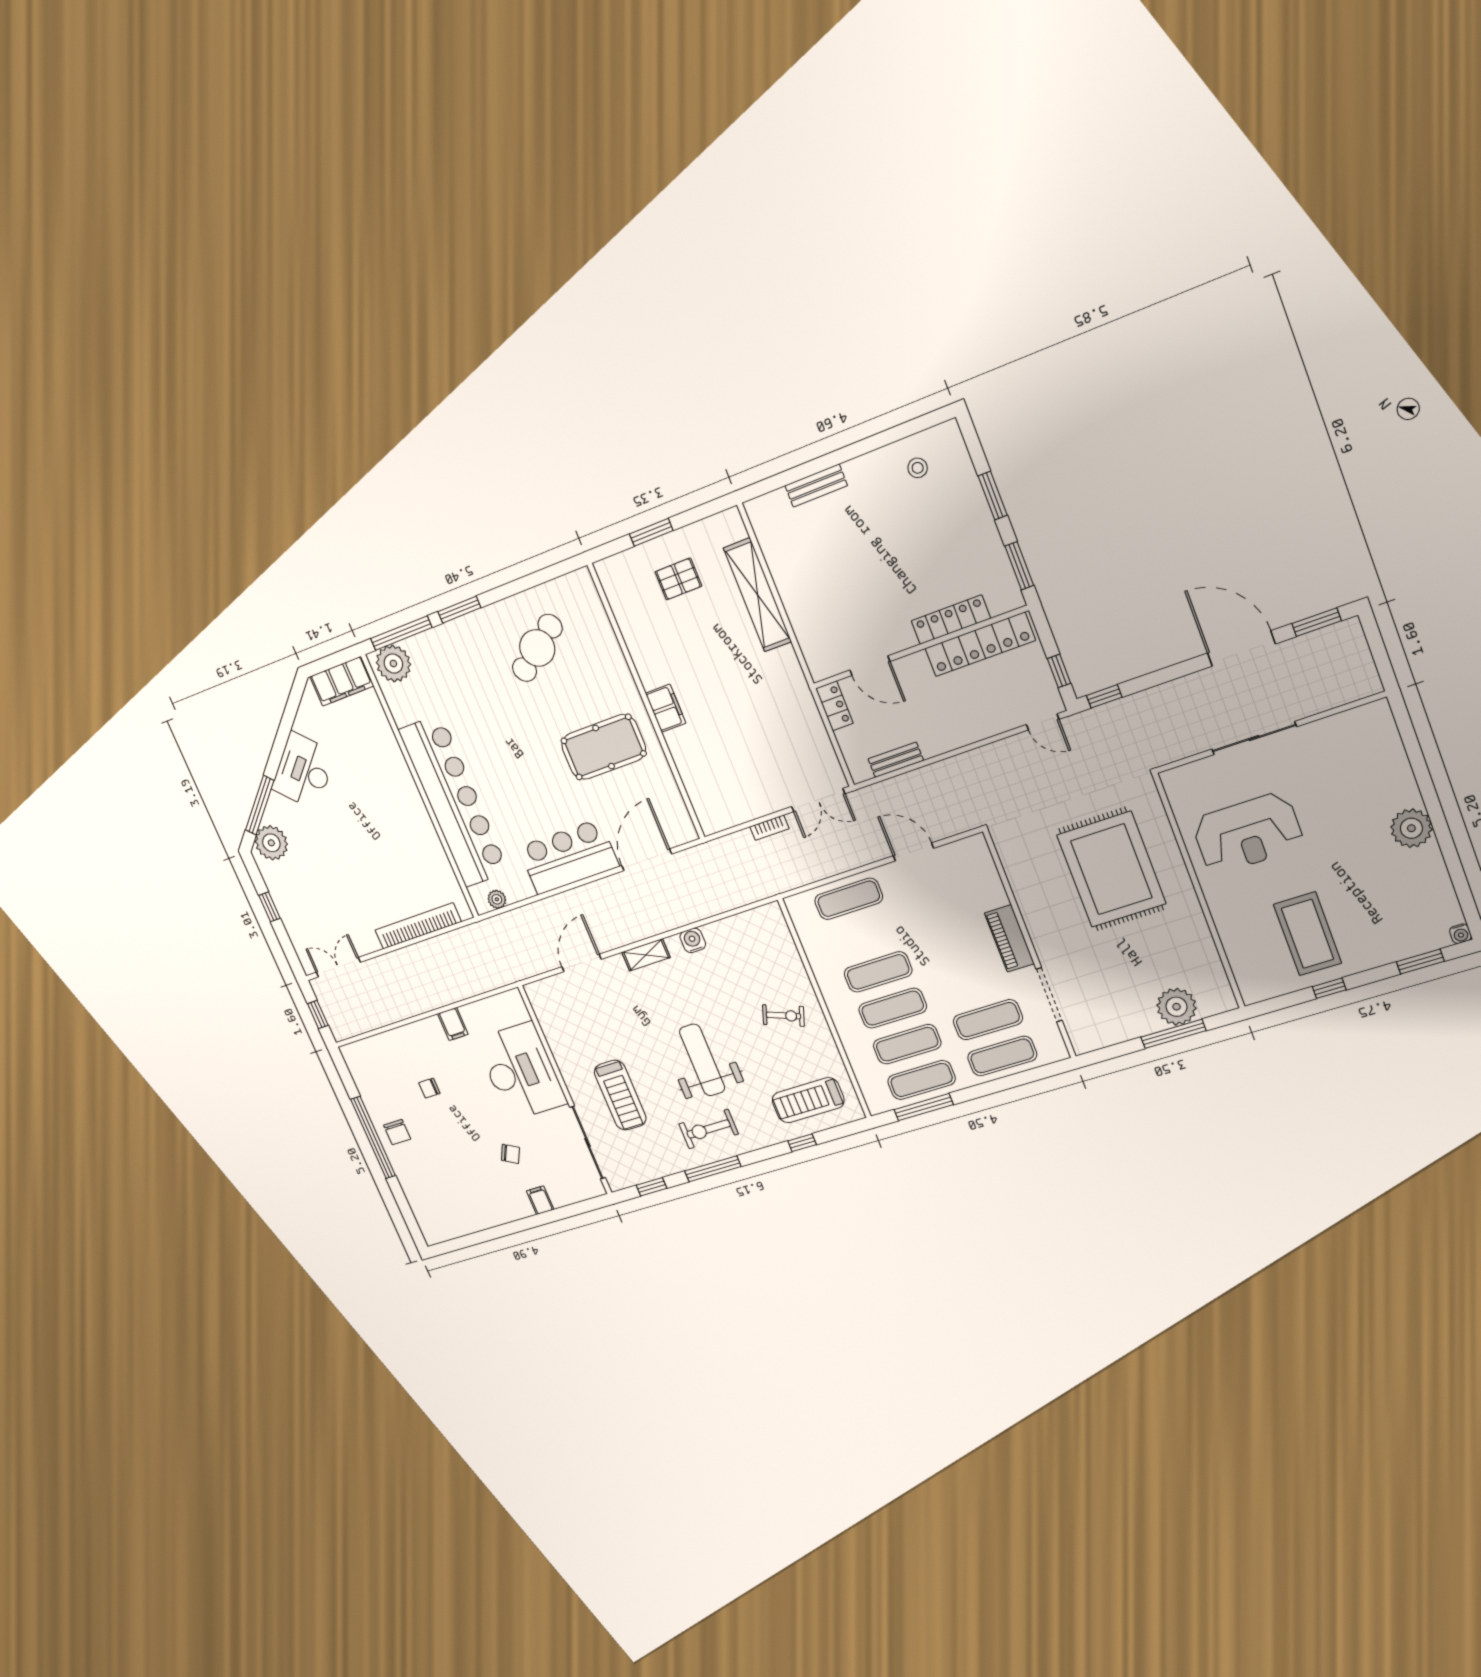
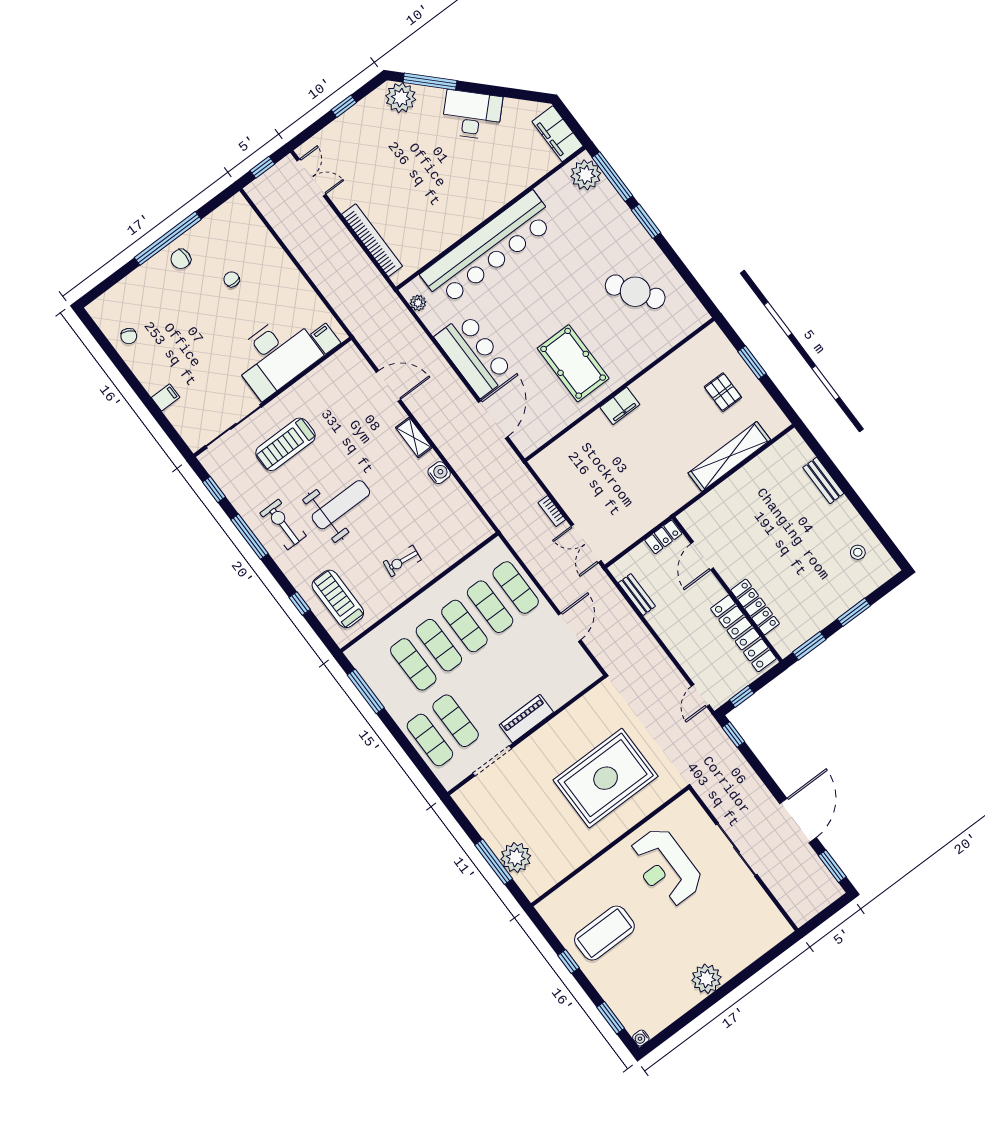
door: (647, 860) -> (493, 419), hinge flipped
exercise bike: (783, 1016) -> (402, 561), turned 77
filing cabinet: (453, 1024) -> (326, 339), moved, turned 90
exercise mat: (922, 1080) -> (490, 607), moved
chair: (510, 1154) -> (129, 336), moved

